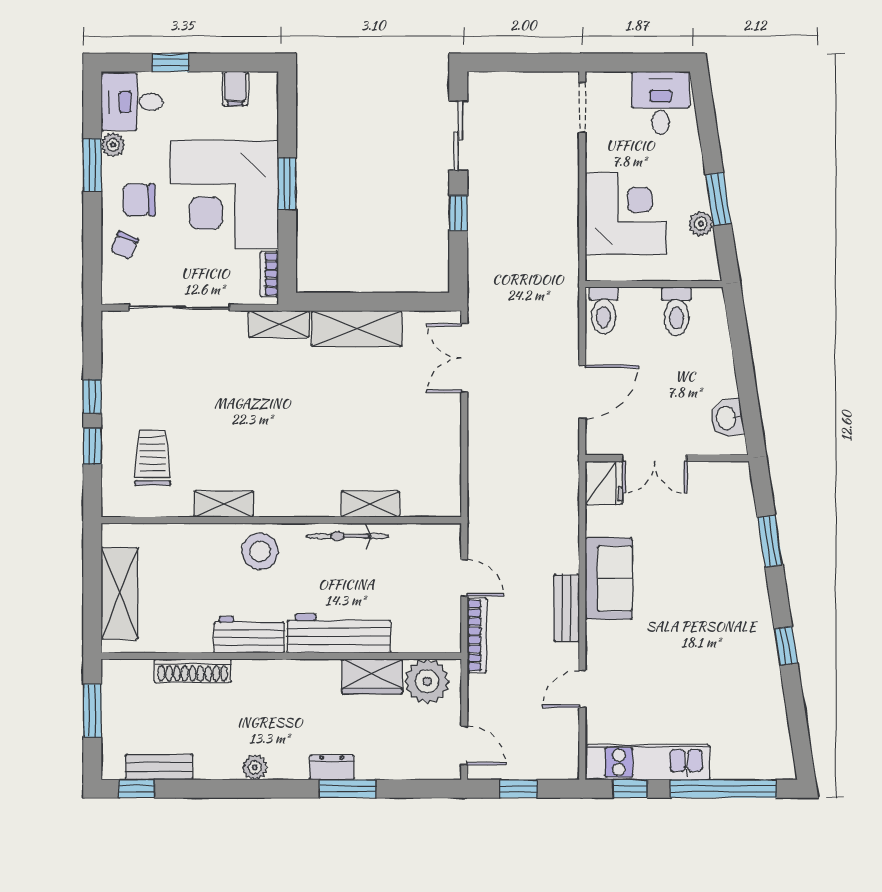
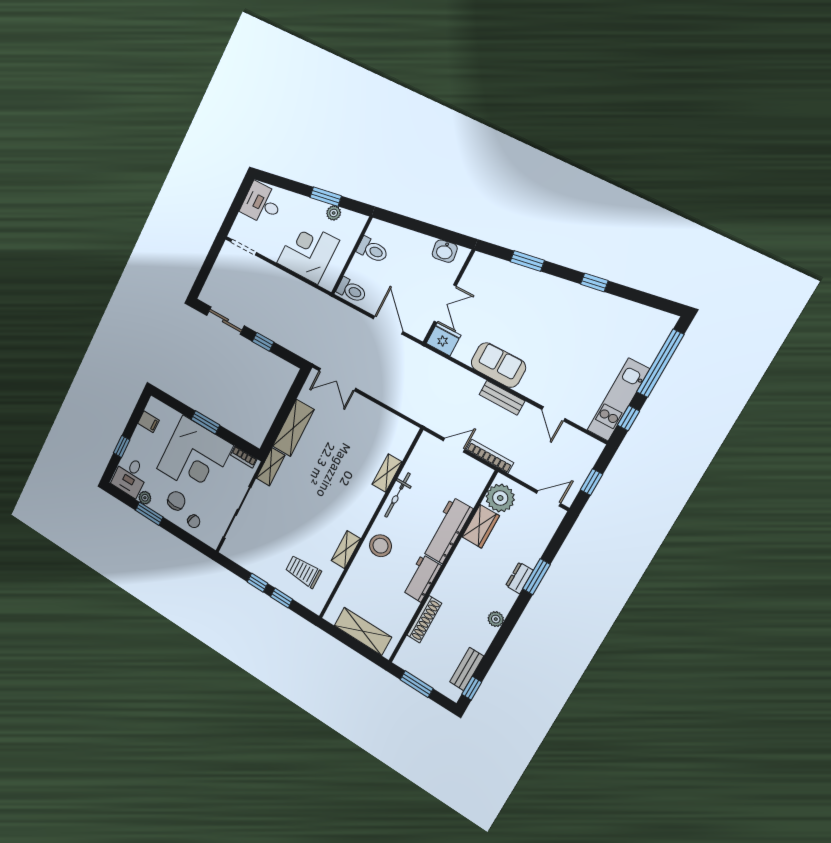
chair: (139, 200) -> (176, 501), turned 180

